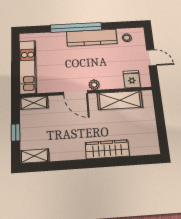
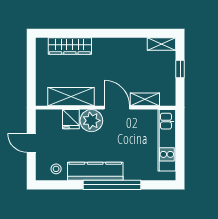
fridge: (132, 79) -> (71, 119), moved
plant: (94, 85) -> (91, 121), width x1.88, depth x1.88
shelving: (34, 103) -> (145, 99), moved
wardrobe: (107, 149) -> (70, 46), moved

